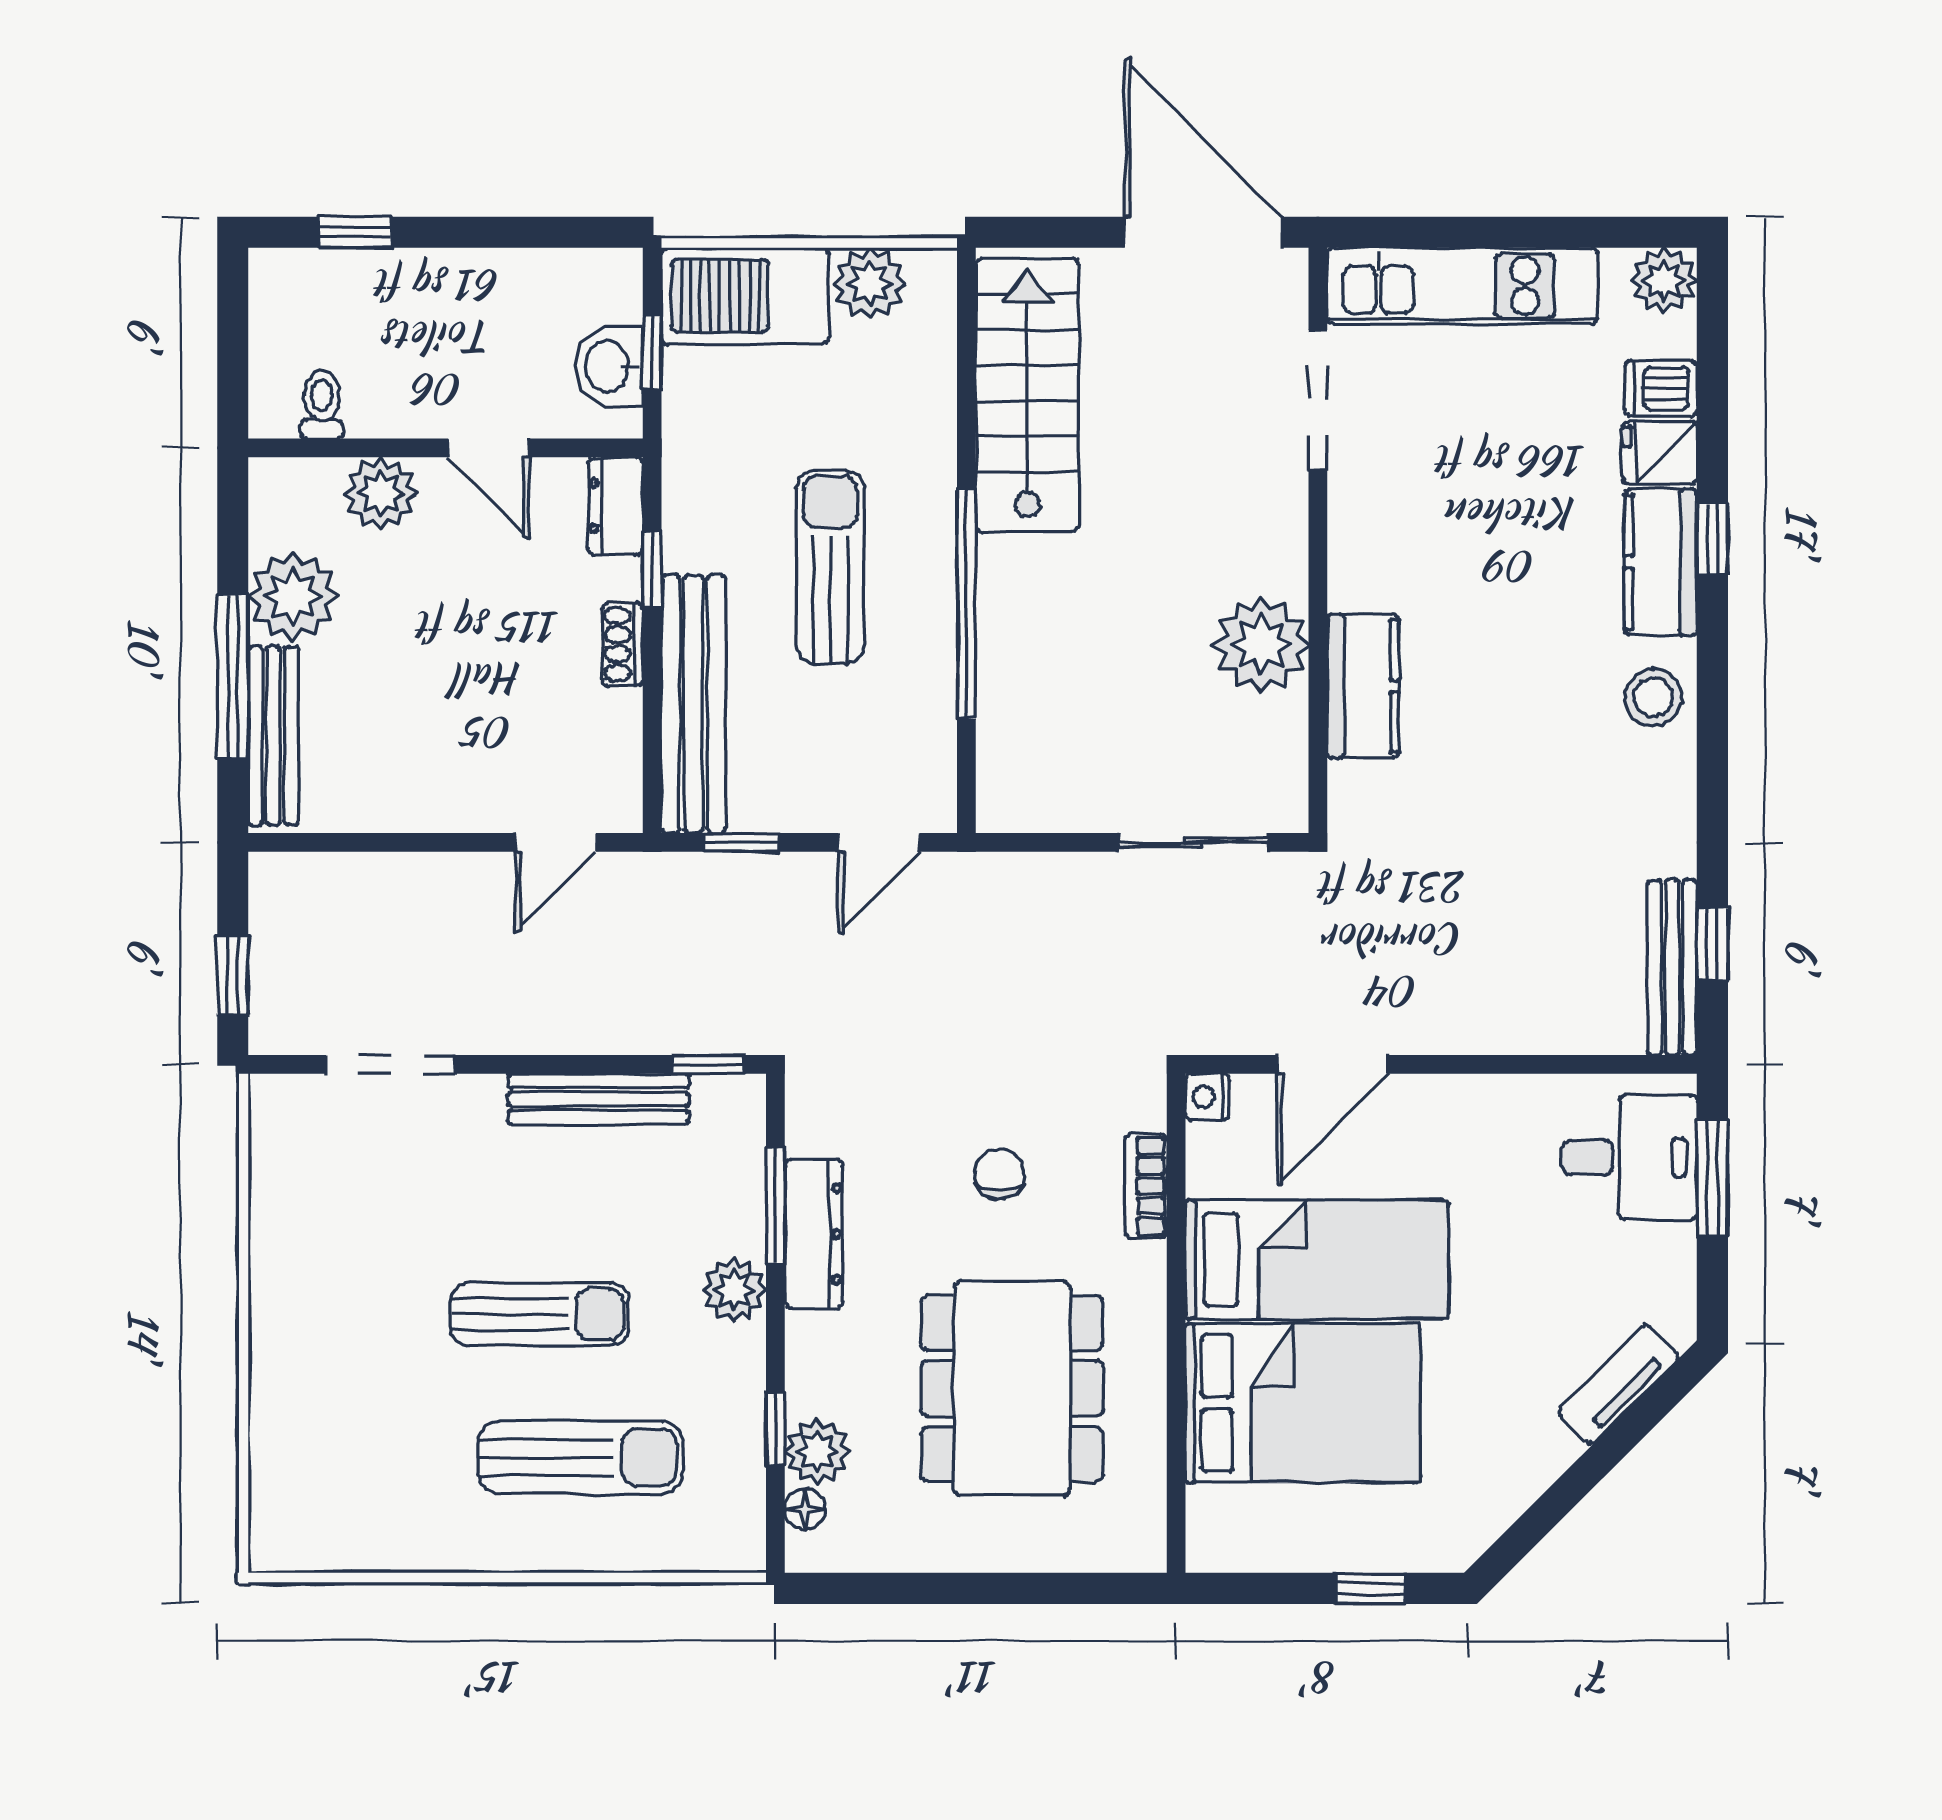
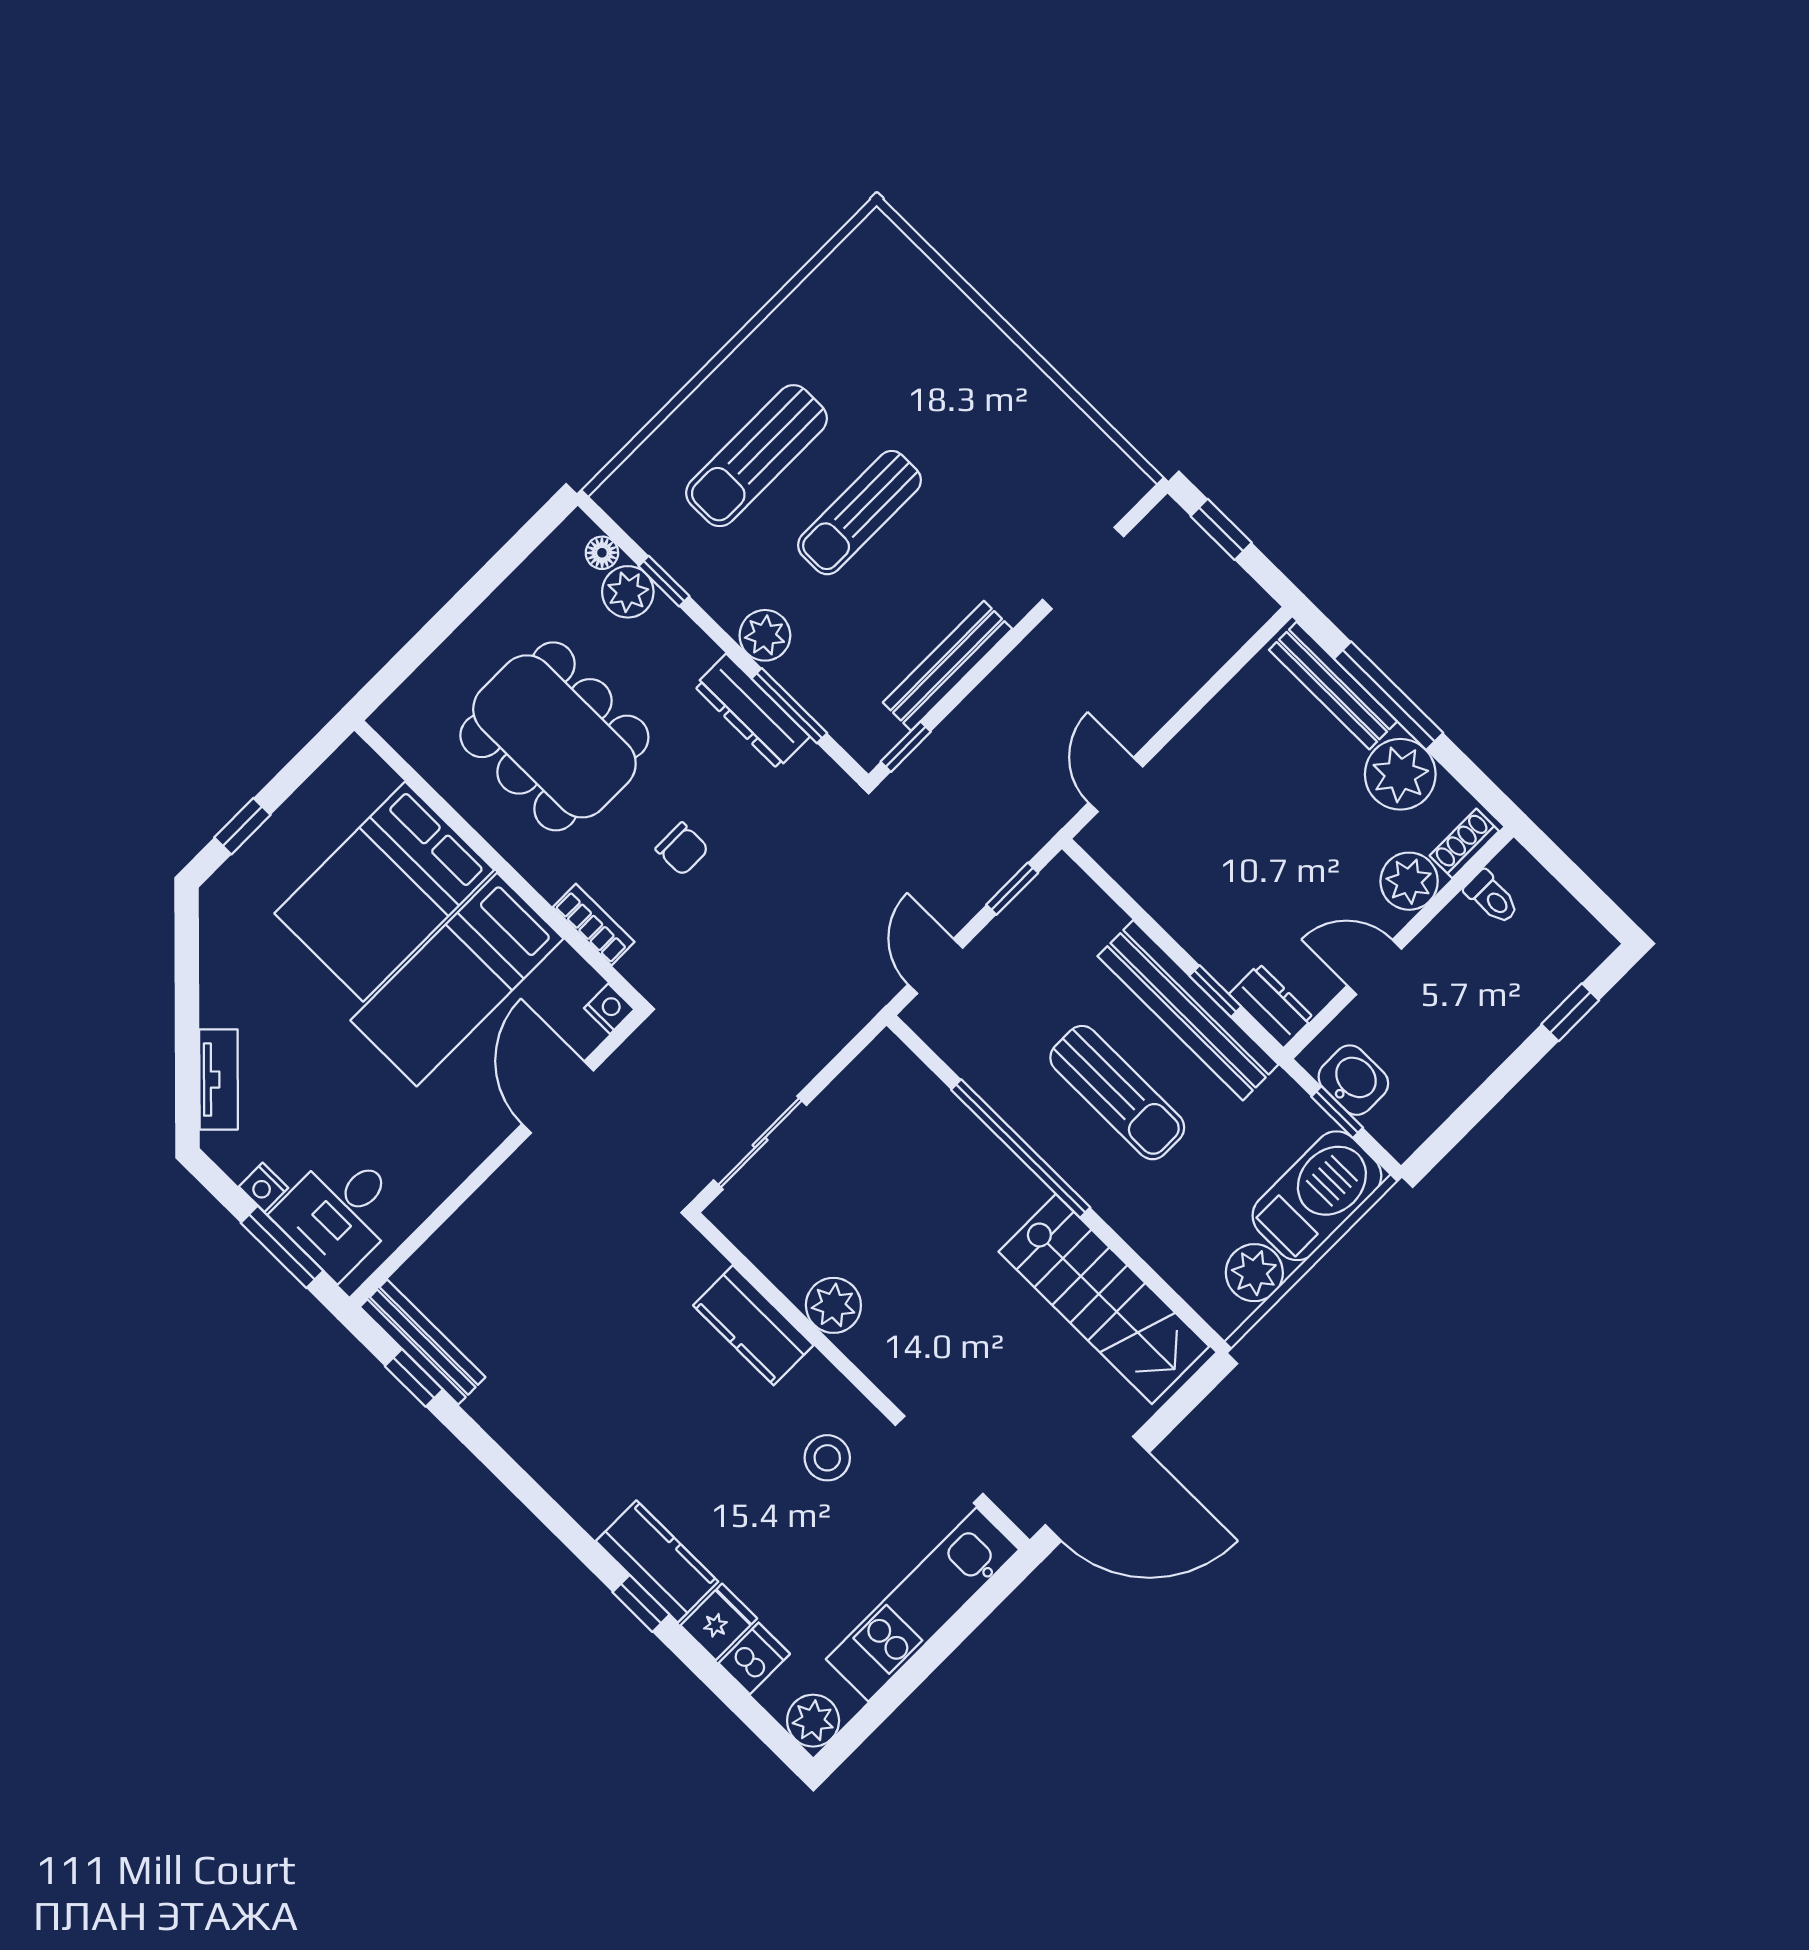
shoe rack: (622, 644) -> (1464, 843), moved, turned -90
plant: (1261, 644) -> (833, 1305), width x0.73, depth x0.73
stool: (1653, 697) -> (827, 1458), moved
bench: (693, 704) -> (1188, 1010), moved
nightstand: (1675, 1248) -> (264, 1187), added

